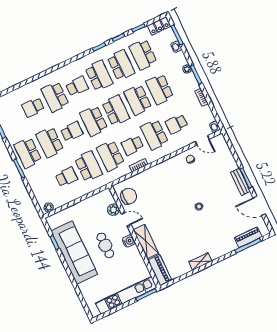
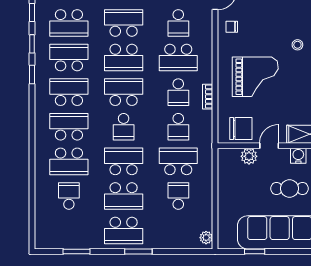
school desk: (77, 86) -> (69, 127), width x1.85
school desk: (160, 89) -> (124, 23), turned 180
school desk: (33, 107) -> (69, 196), turned 180
school desk: (94, 121) -> (124, 127), width x0.54
school desk: (72, 132) -> (124, 161), width x1.85
school desk: (110, 156) -> (178, 127), width x0.54
grand piano: (166, 189) -> (255, 77), added
chair: (129, 196) -> (241, 129), turned 92

